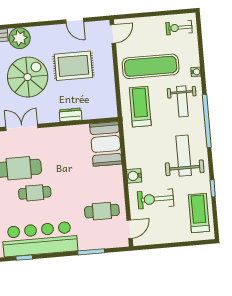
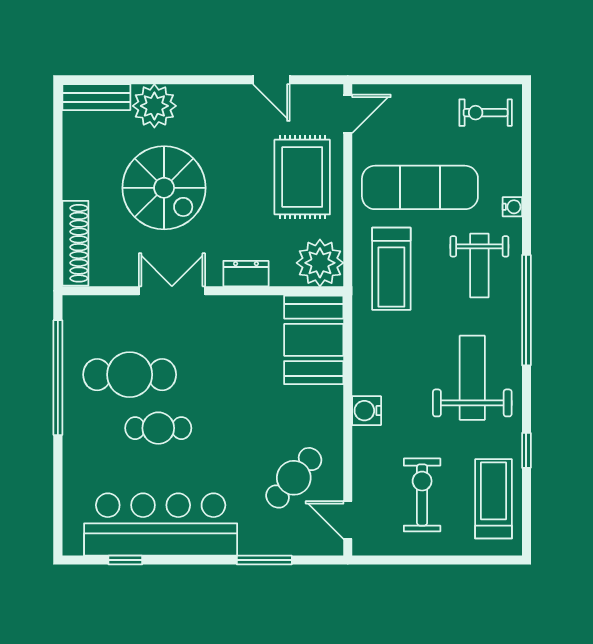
rug: (73, 66) -> (302, 177), moved, turned 90
spiral stairs: (28, 77) -> (164, 188), turned 90
plant: (106, 107) -> (320, 263), added
treadmill: (140, 107) -> (391, 269), turned 180
double door: (22, 127) -> (172, 291), moved
exercise bike: (156, 199) -> (422, 495), moved, turned 90
cafe table: (102, 211) -> (294, 478), turned -49
door: (130, 229) -> (348, 520), swing flipped

